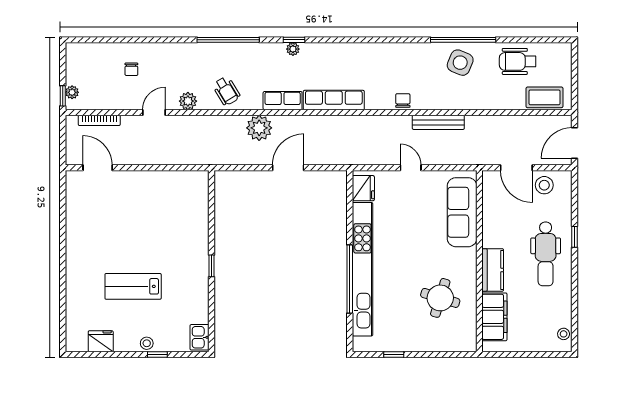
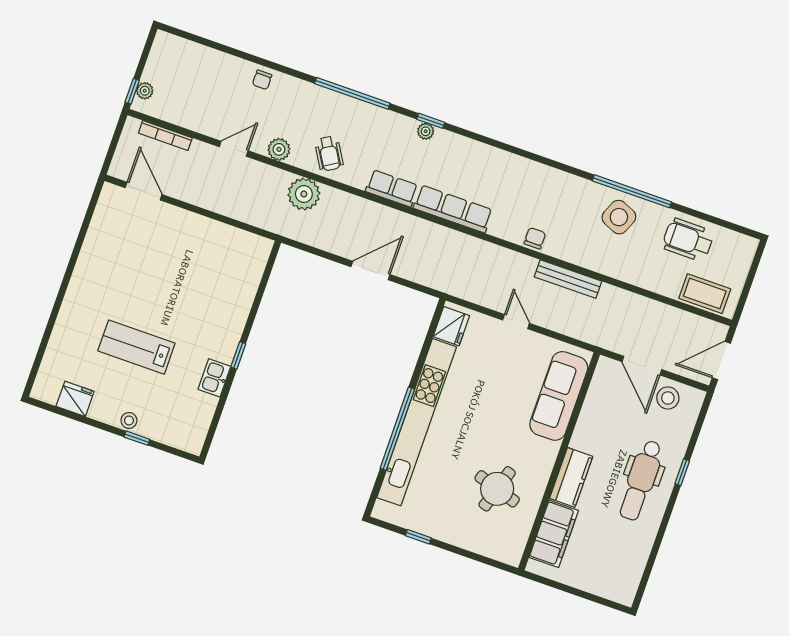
chair: (131, 69) -> (262, 80), moved
plant: (259, 128) -> (304, 194), moved
stool: (564, 334) -> (629, 583), removed
kitchen sink: (200, 337) -> (214, 378), moved

